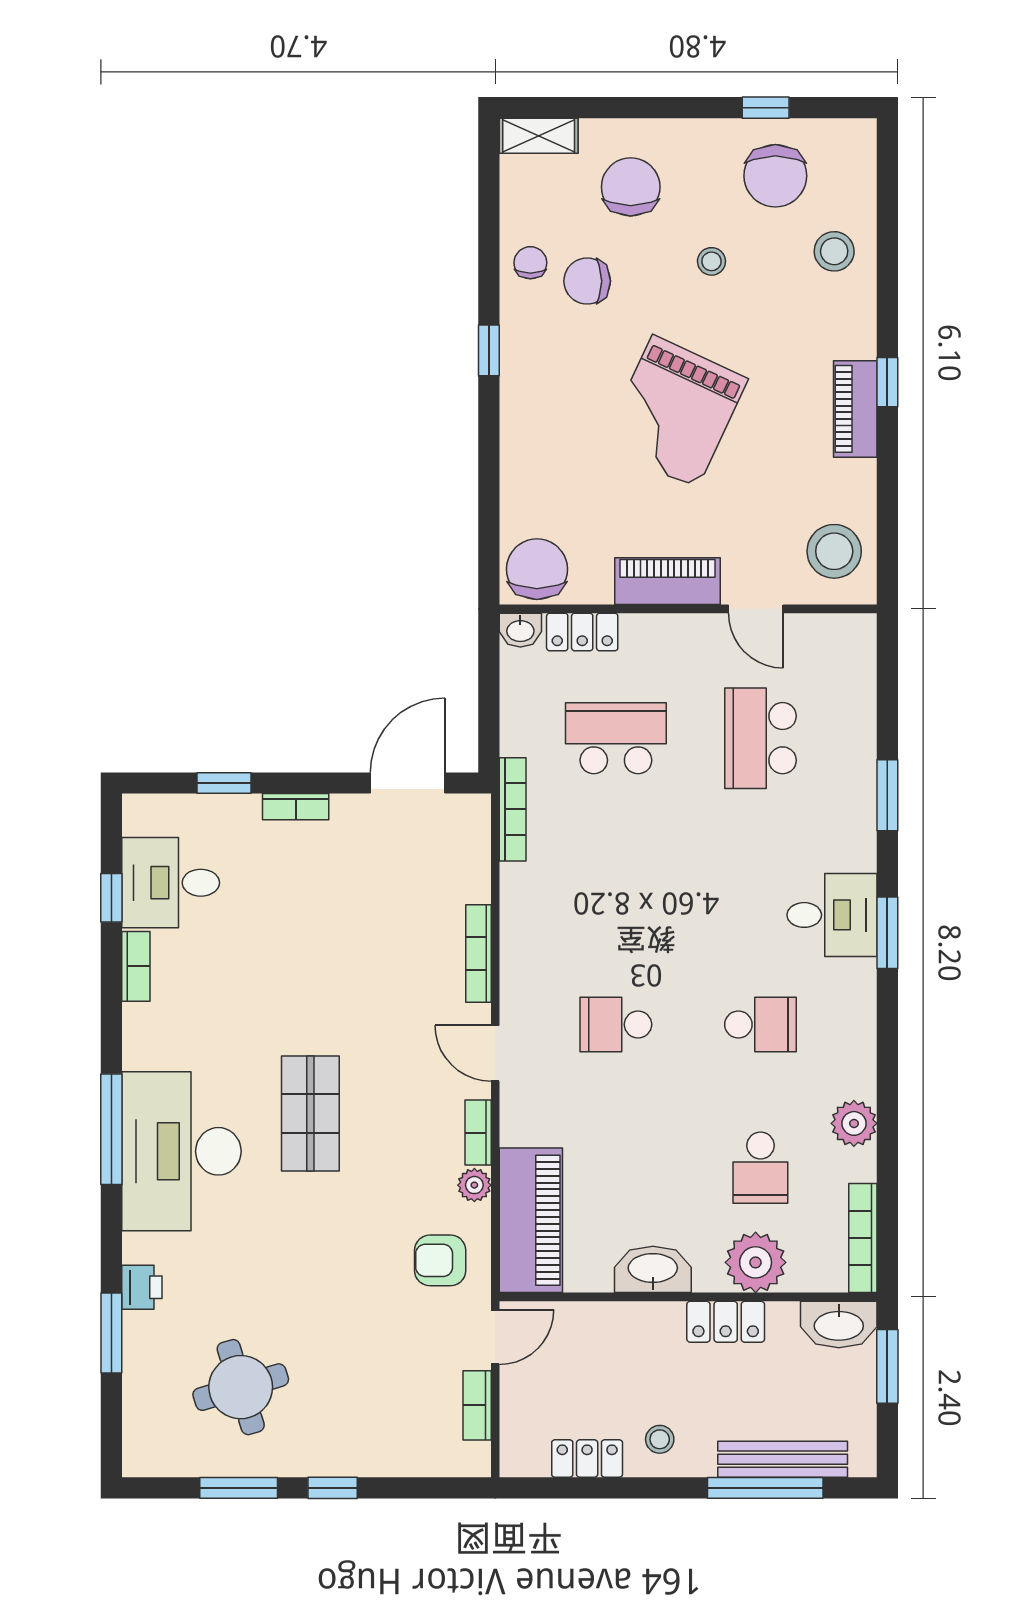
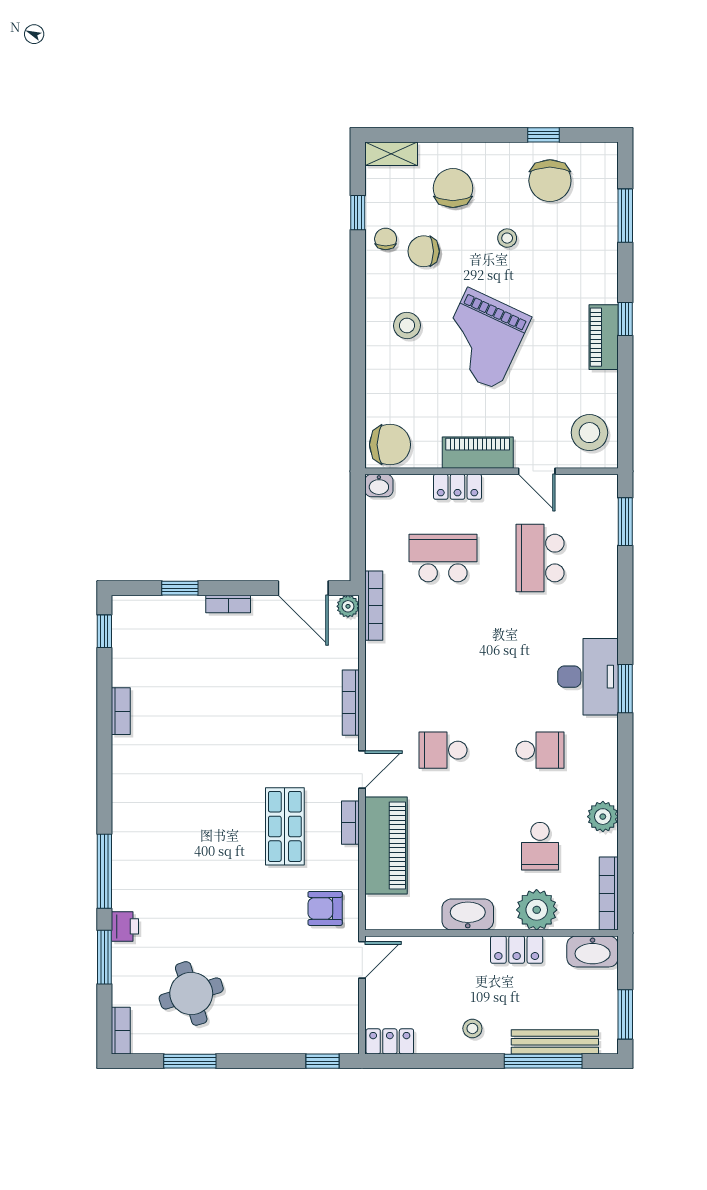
window: (887, 228) -> (625, 216), added
stool: (834, 251) -> (407, 325), moved
window: (489, 350) -> (358, 213), moved
chair: (537, 569) -> (390, 445), turned 90
locker: (582, 632) -> (458, 487), moved
door: (408, 783) -> (303, 588), swing flipped
window: (887, 795) -> (625, 522), moved
desk: (171, 883) -> (144, 655), removed
window: (111, 898) -> (104, 631), moved
desk: (832, 915) -> (588, 677), width x1.37
door: (495, 1053) -> (362, 769), swing flipped
shop shelf: (310, 1113) -> (285, 826), moved
window: (111, 1129) -> (104, 871), moved
desk: (181, 1151) -> (151, 835), removed
plant: (474, 1185) -> (348, 606), moved
piano: (531, 1220) -> (386, 846), moved
window: (887, 1366) -> (625, 1014), moved
bookcase: (477, 1405) -> (121, 1031), moved, turned 180
locker: (587, 1459) -> (390, 1041), moved
window: (333, 1488) -> (322, 1061), moved

